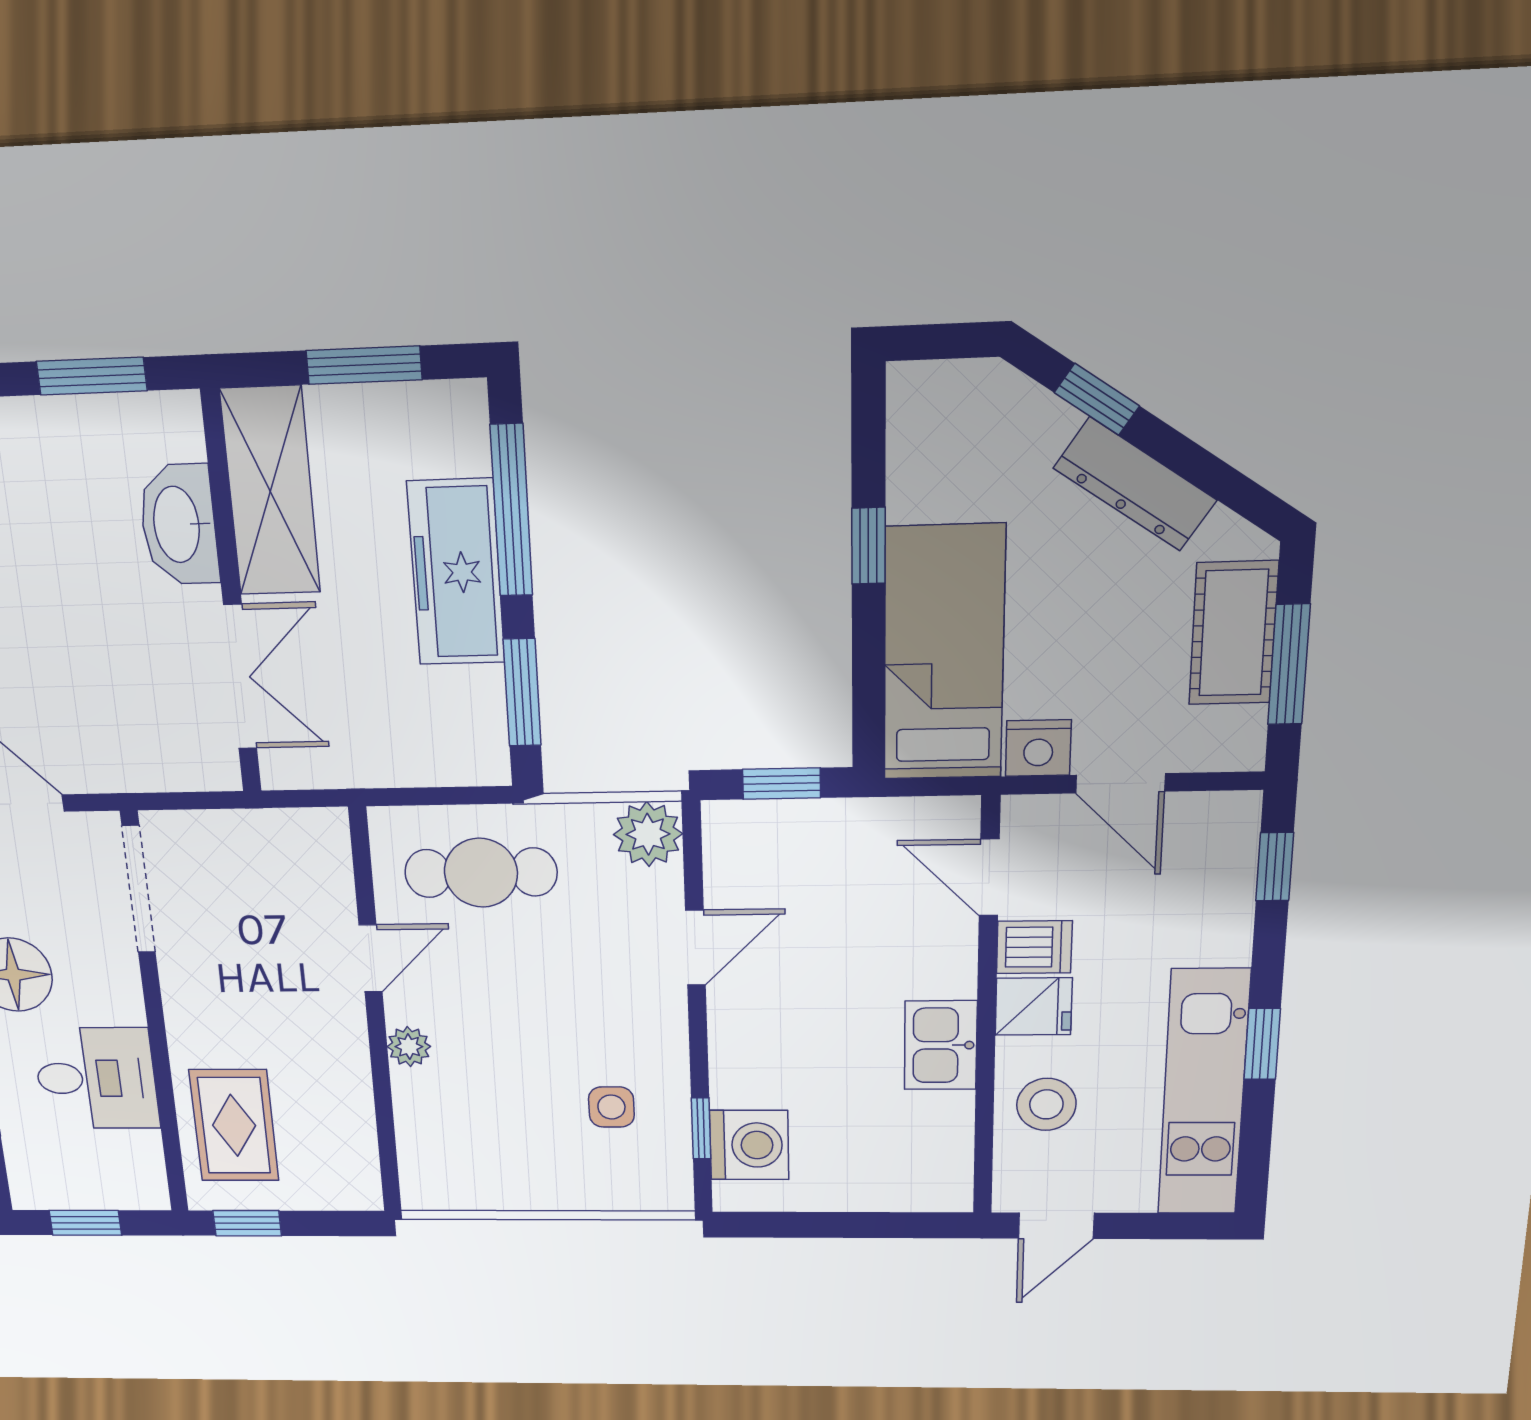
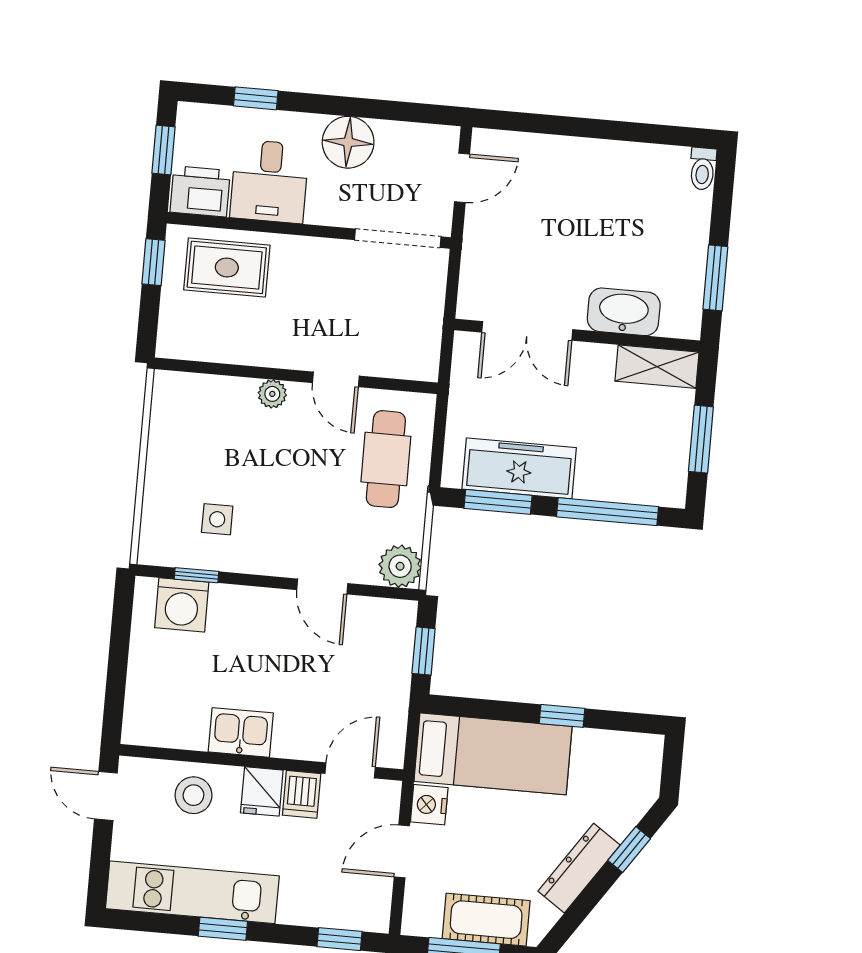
shelving: (270, 491) -> (657, 367), width x0.67, depth x0.75
freezer: (456, 572) -> (519, 468), moved
printer: (132, 1170) -> (200, 191), added

